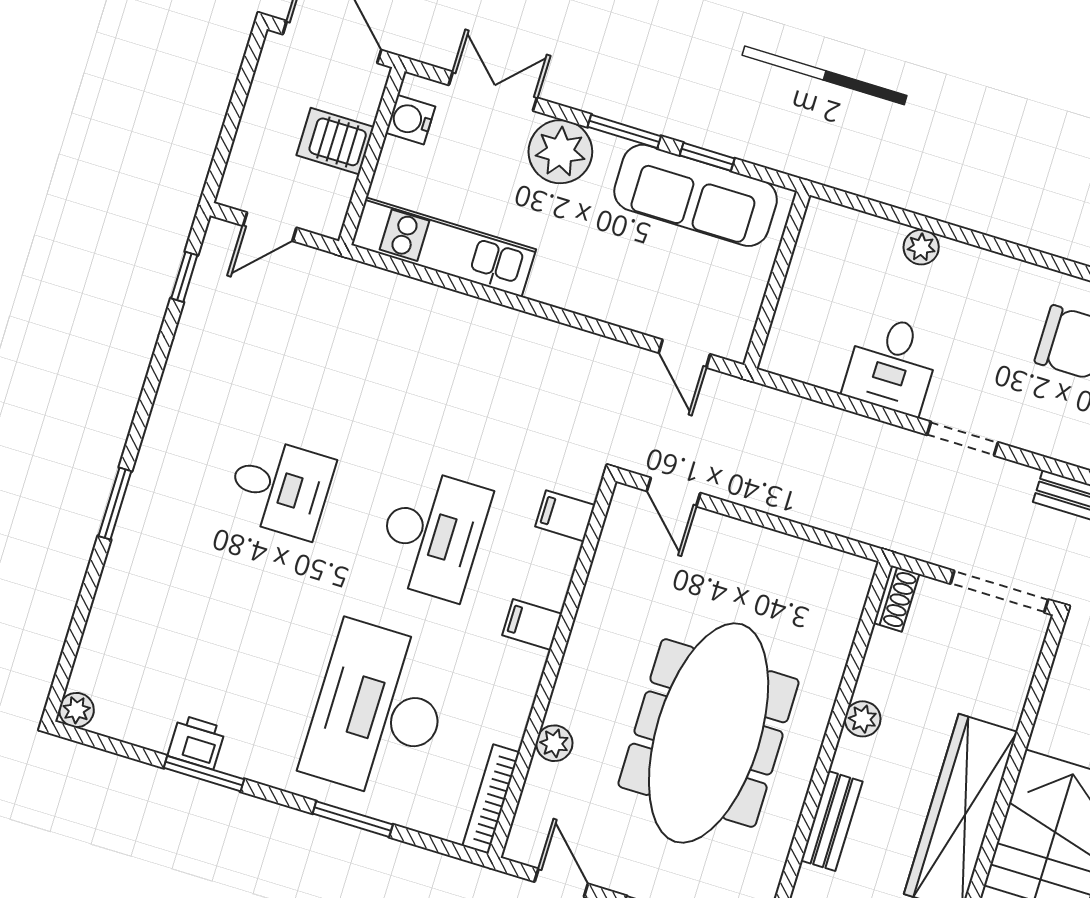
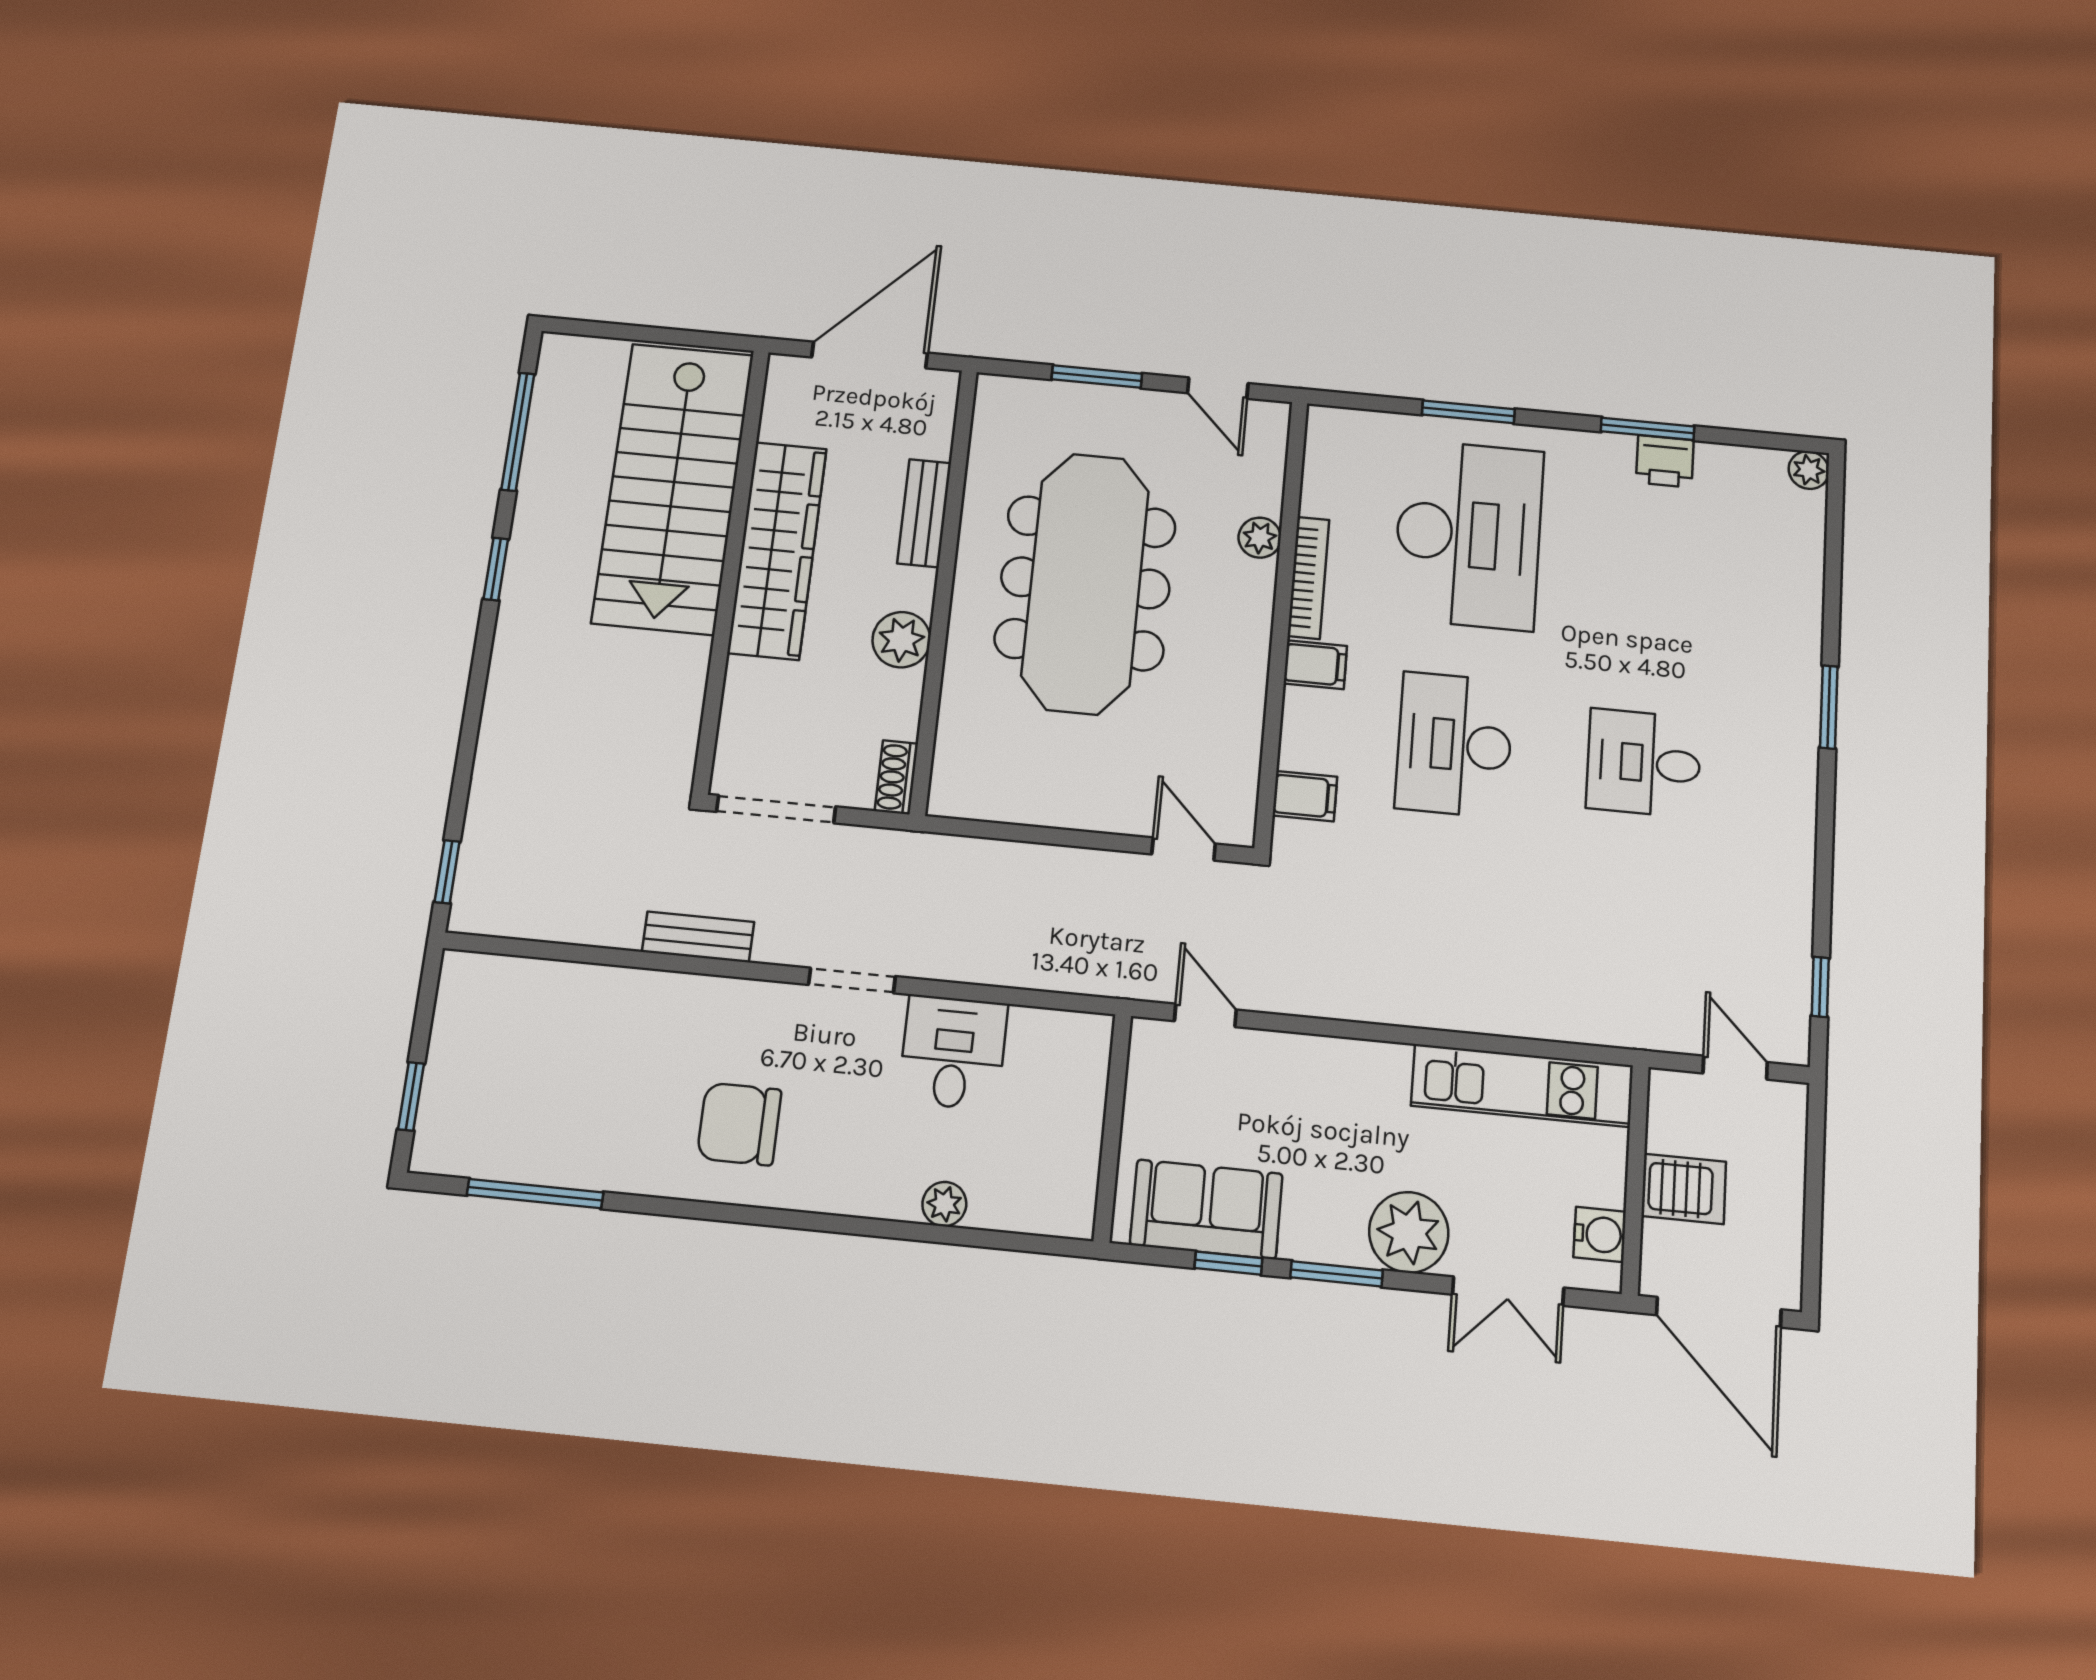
sofa: (696, 195) -> (1206, 1209), width x0.73
door: (270, 227) -> (1735, 1068), hinge flipped
plant: (863, 719) -> (901, 640), width x1.38, depth x1.38
bookcase: (491, 799) -> (1308, 578), moved

